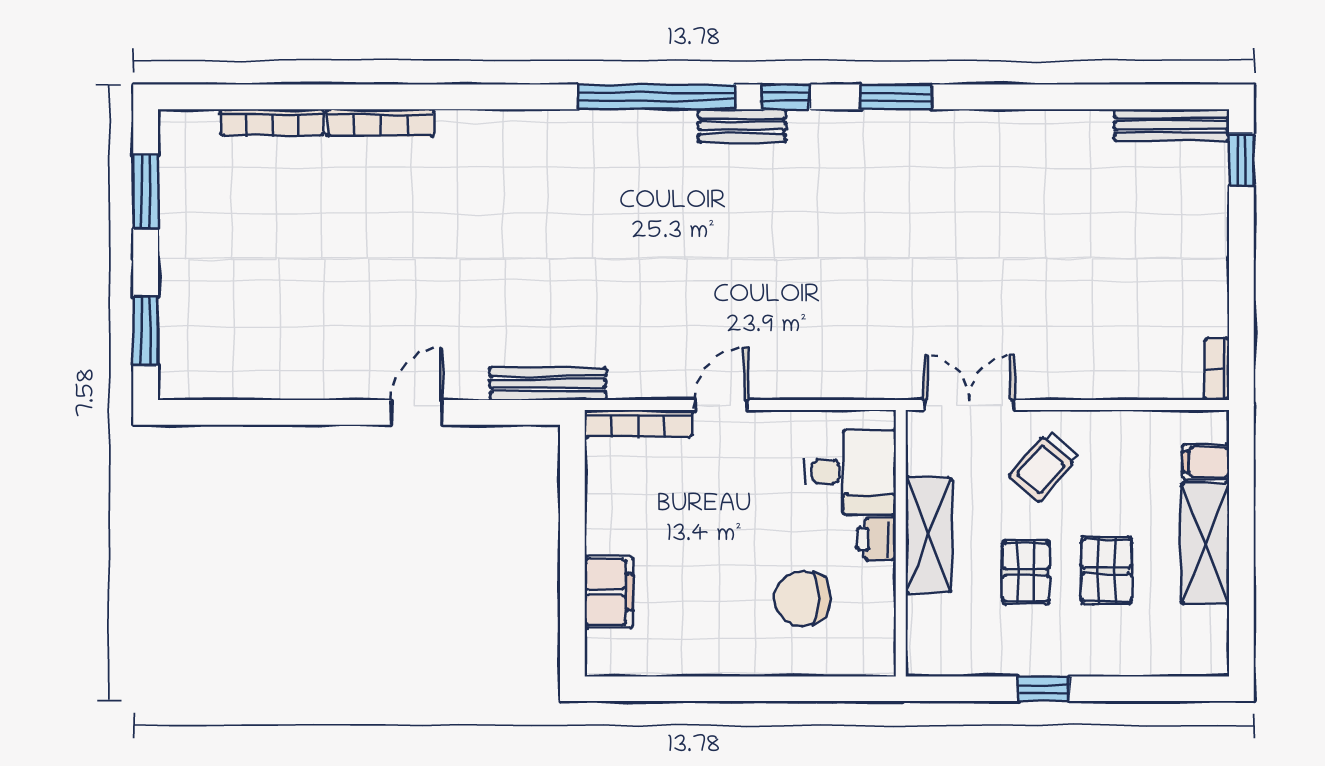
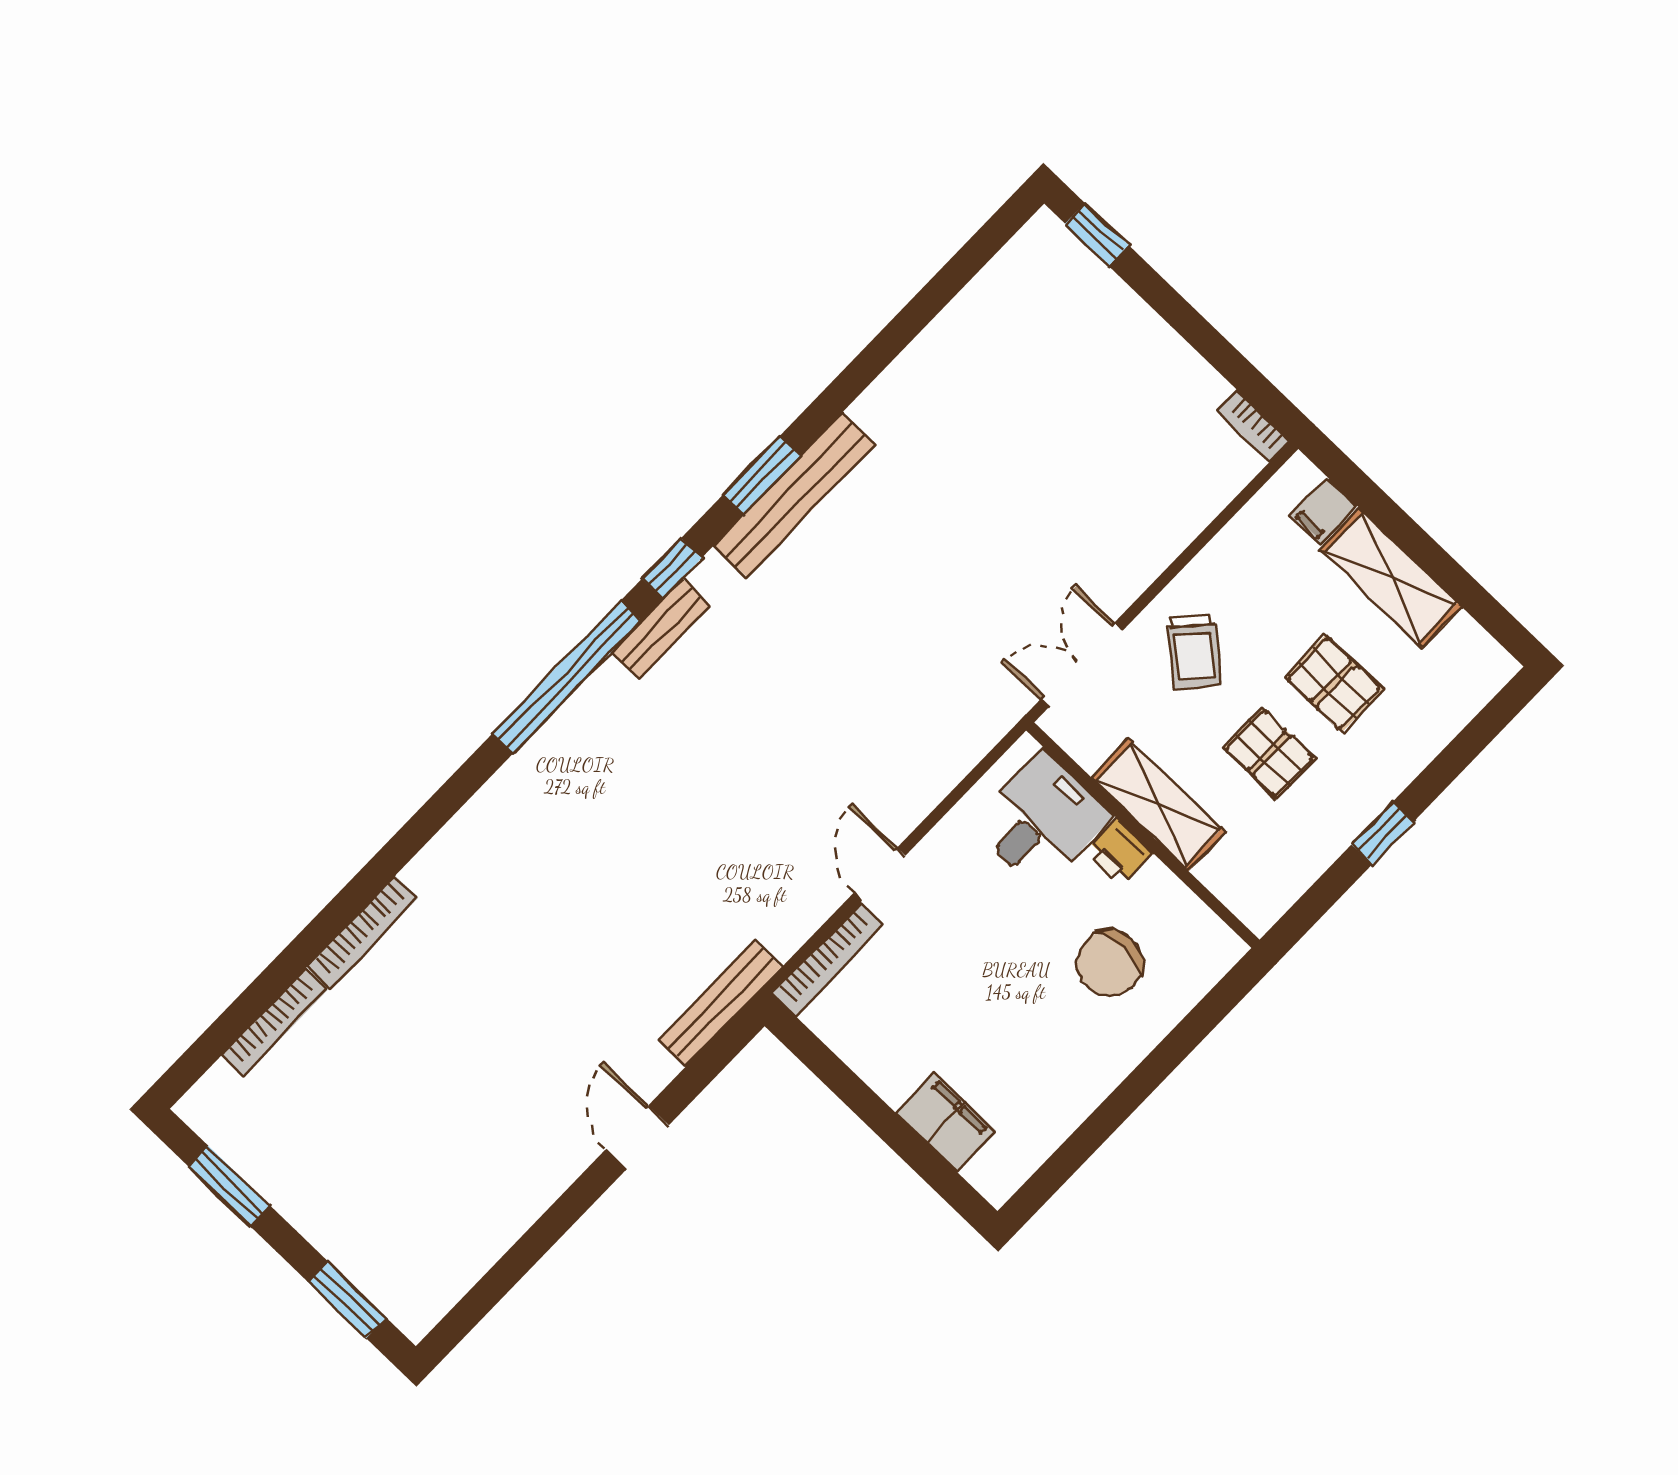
bench: (1172, 125) -> (795, 495), moved, width x1.37, depth x1.21

